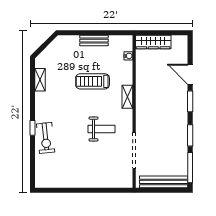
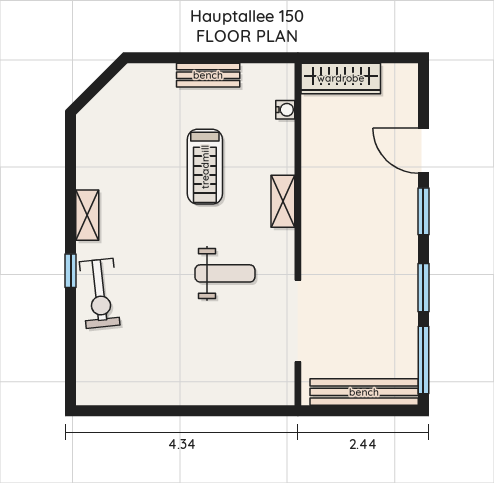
shelving: (40, 80) -> (87, 215), moved
treadmill: (93, 81) -> (205, 167), turned -90

